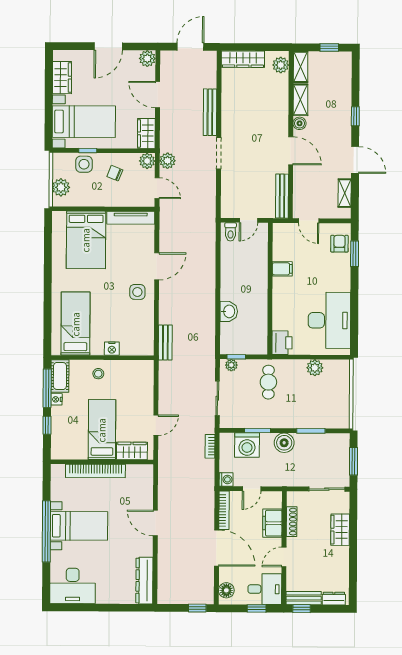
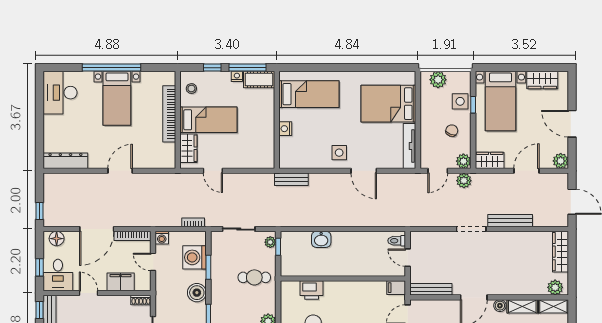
filing cabinet: (282, 269) -> (396, 288), moved, turned 90
printer: (282, 343) -> (312, 290), moved
stool: (98, 374) -> (191, 89), moved
shoe rack: (292, 522) -> (141, 300), moved, width x0.70

